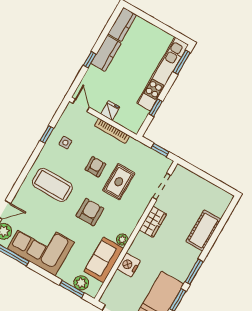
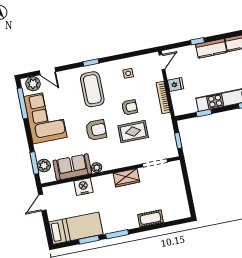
window: (47, 134) -> (91, 63), moved
cot: (203, 230) -> (150, 218), width x0.73, depth x0.75

